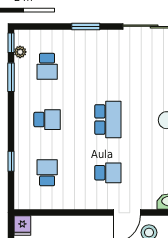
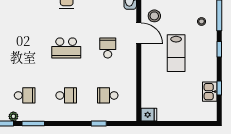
school desk: (47, 120) -> (66, 95), turned 90
school desk: (108, 120) -> (66, 48), turned 180

